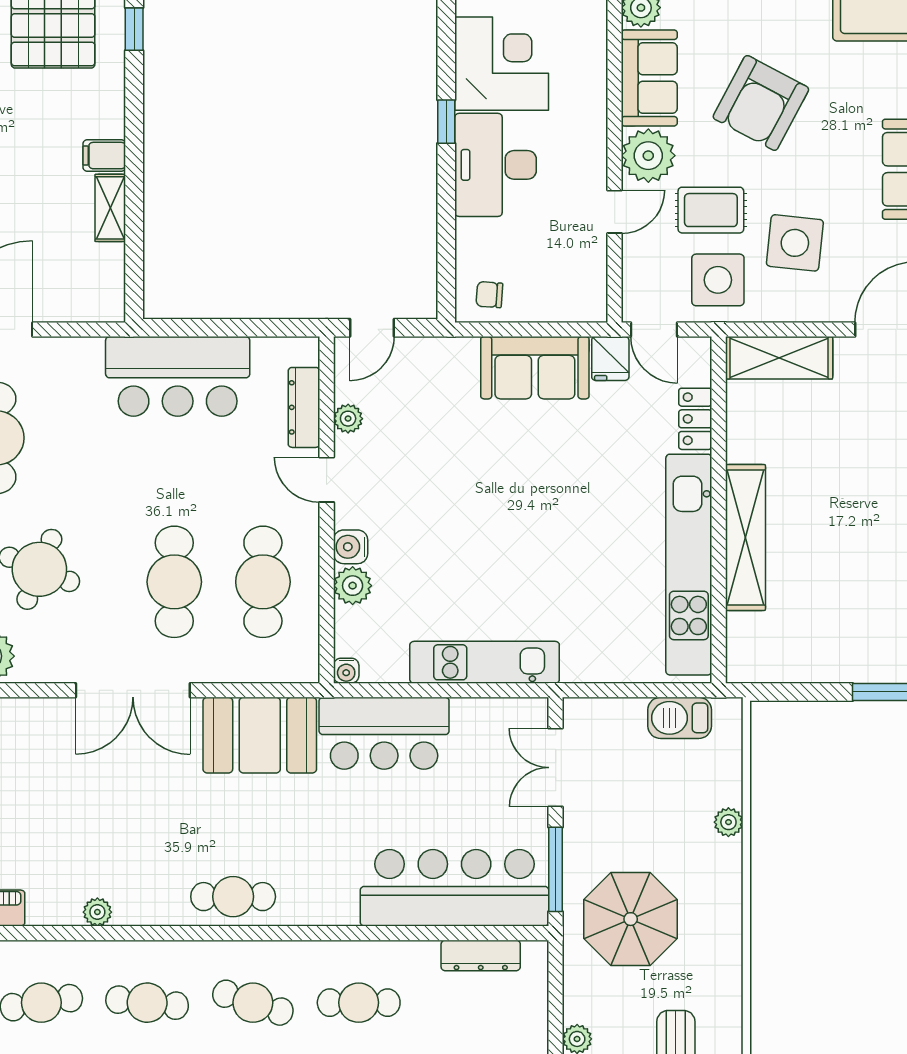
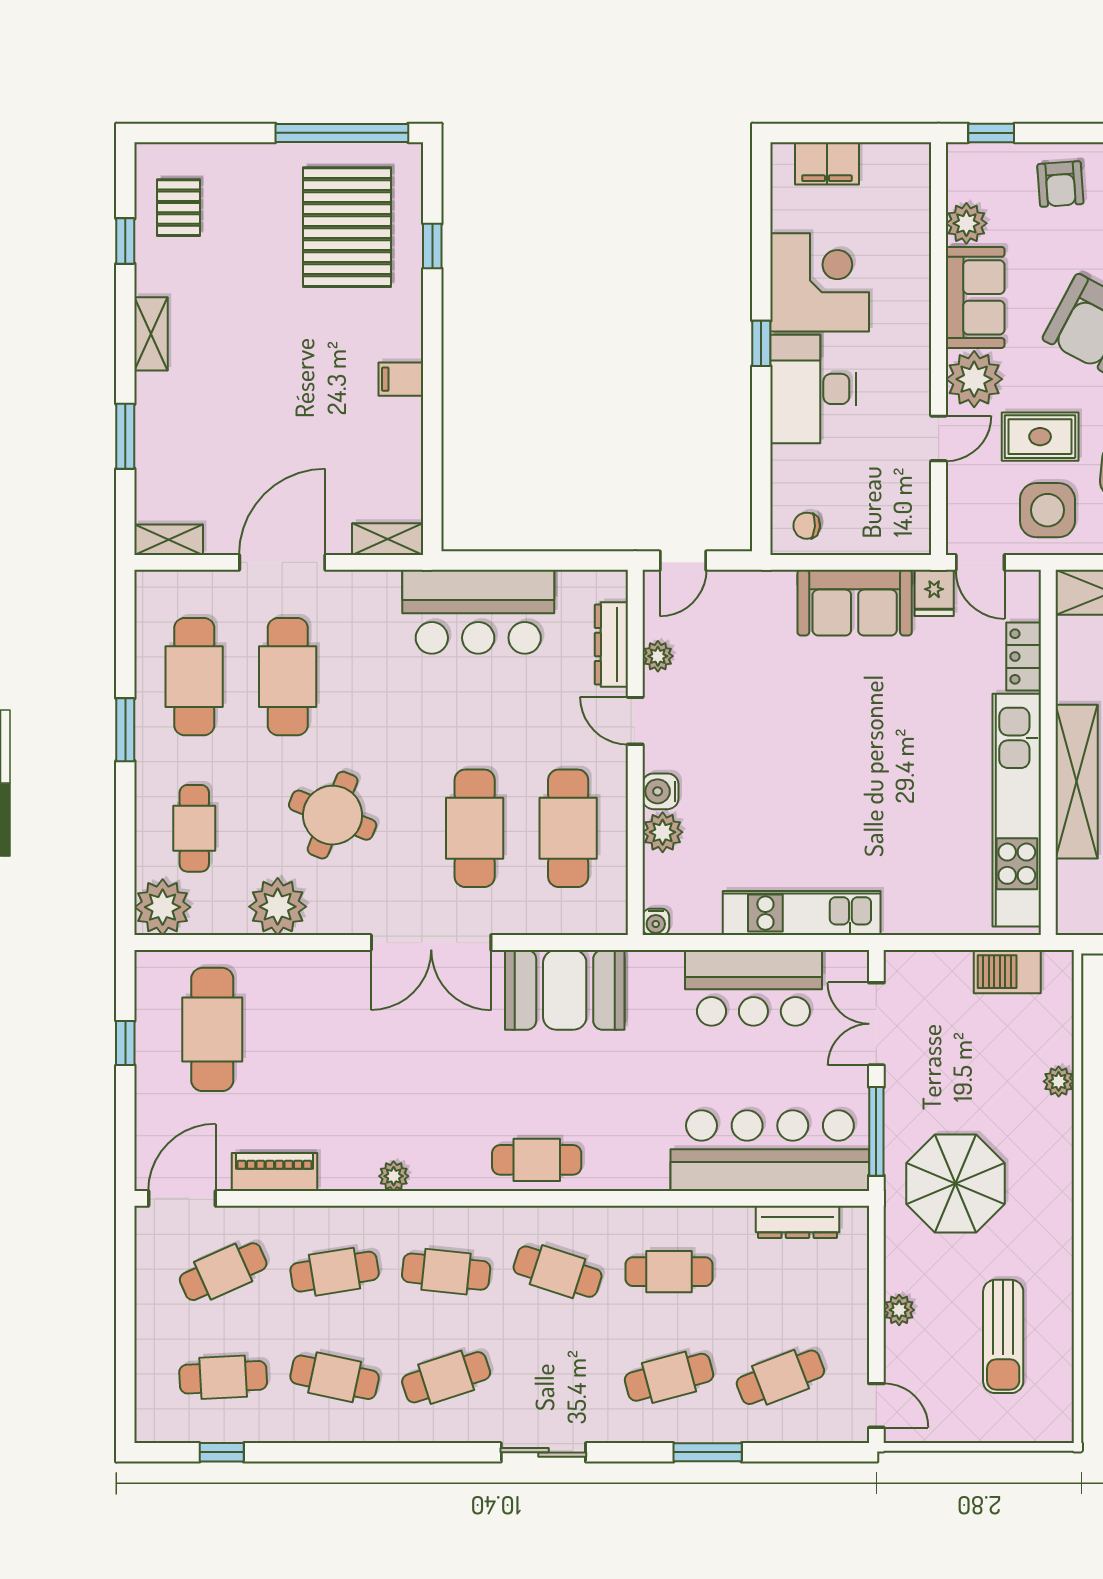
shelving: (110, 208) -> (388, 539), moved, turned 90
bar counter: (384, 733) -> (753, 988), moved

